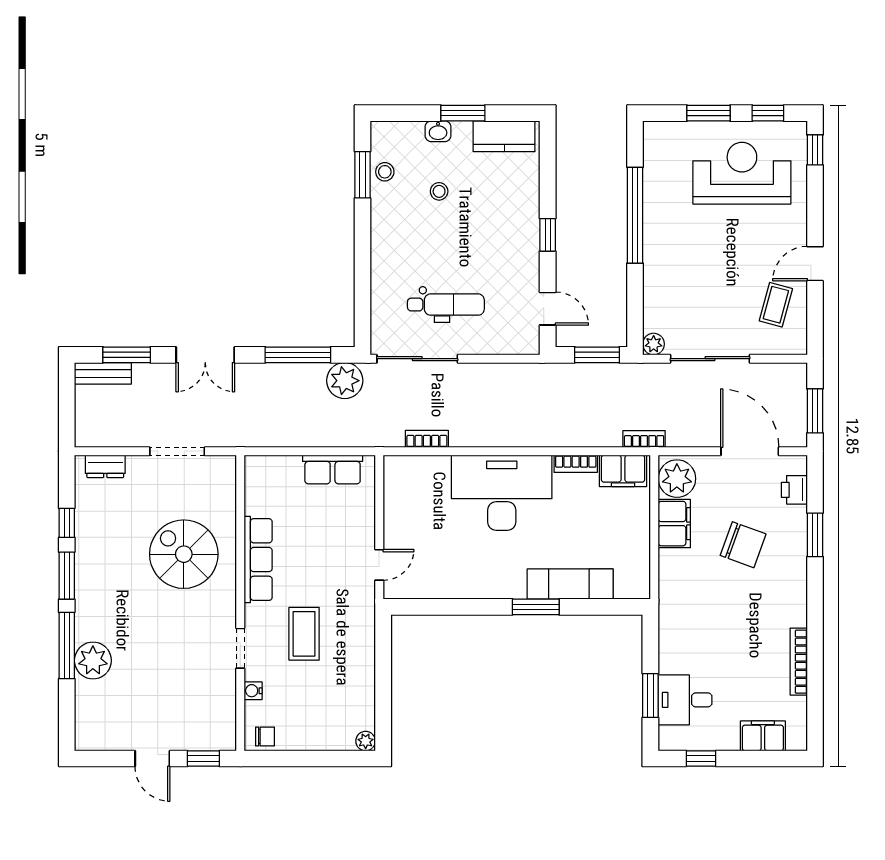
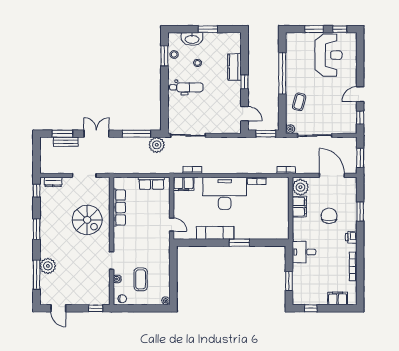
washbasin: (438, 131) -> (192, 39), width x1.91, depth x1.45
kitchen counter: (504, 136) -> (234, 67), moved, turned 90
window: (815, 150) -> (360, 118), moved
reception desk: (742, 173) -> (329, 55), turned 90
dental chair: (446, 305) -> (186, 87), moved
coffee table: (776, 305) -> (299, 102), moved
double door: (205, 355) -> (96, 134), swing flipped
bench: (103, 373) -> (66, 142), moved
filing cabinet: (623, 471) -> (184, 184), moved
printer: (794, 490) -> (351, 237), moved
window: (67, 523) -> (37, 191), moved
chair: (743, 545) -> (329, 216), turned -110
spiral stairs: (184, 554) -> (87, 220), turned 180
row of seats: (258, 560) -> (119, 208), moved
door: (379, 565) -> (172, 225), hinge flipped
exam couch: (570, 584) -> (215, 233), moved
coffee table: (304, 634) -> (141, 279), moved
window: (67, 646) -> (37, 275), moved
desk: (685, 700) -> (304, 252), moved
door: (152, 759) -> (58, 308), moved

